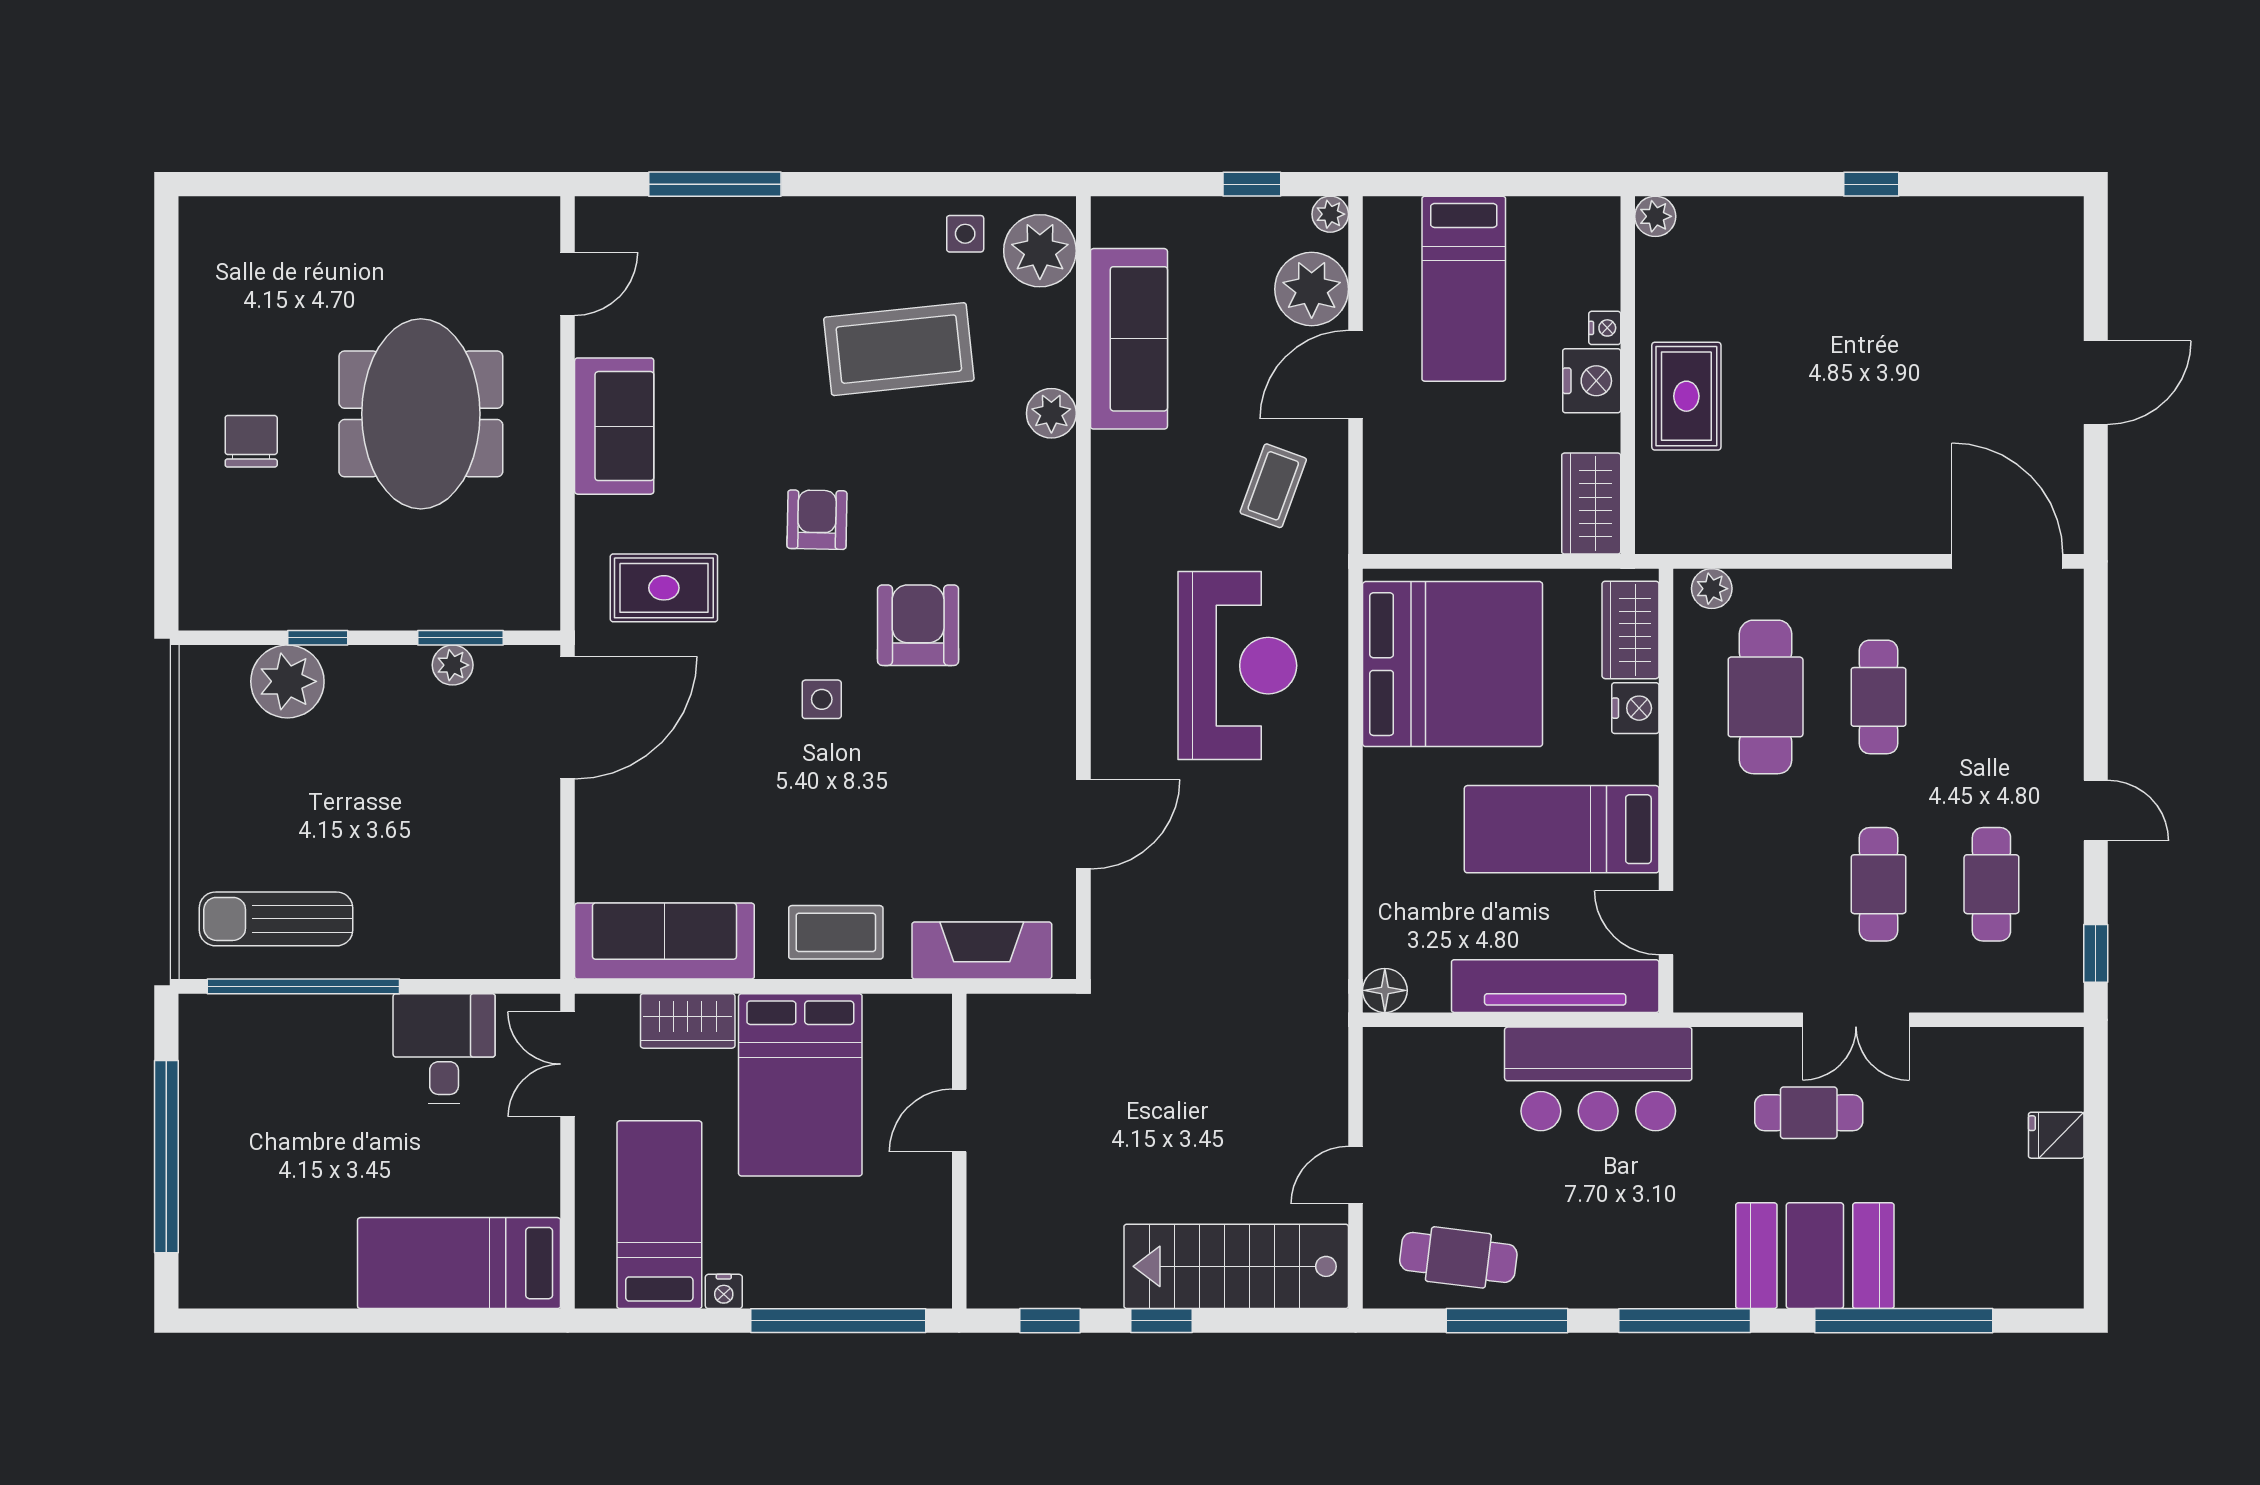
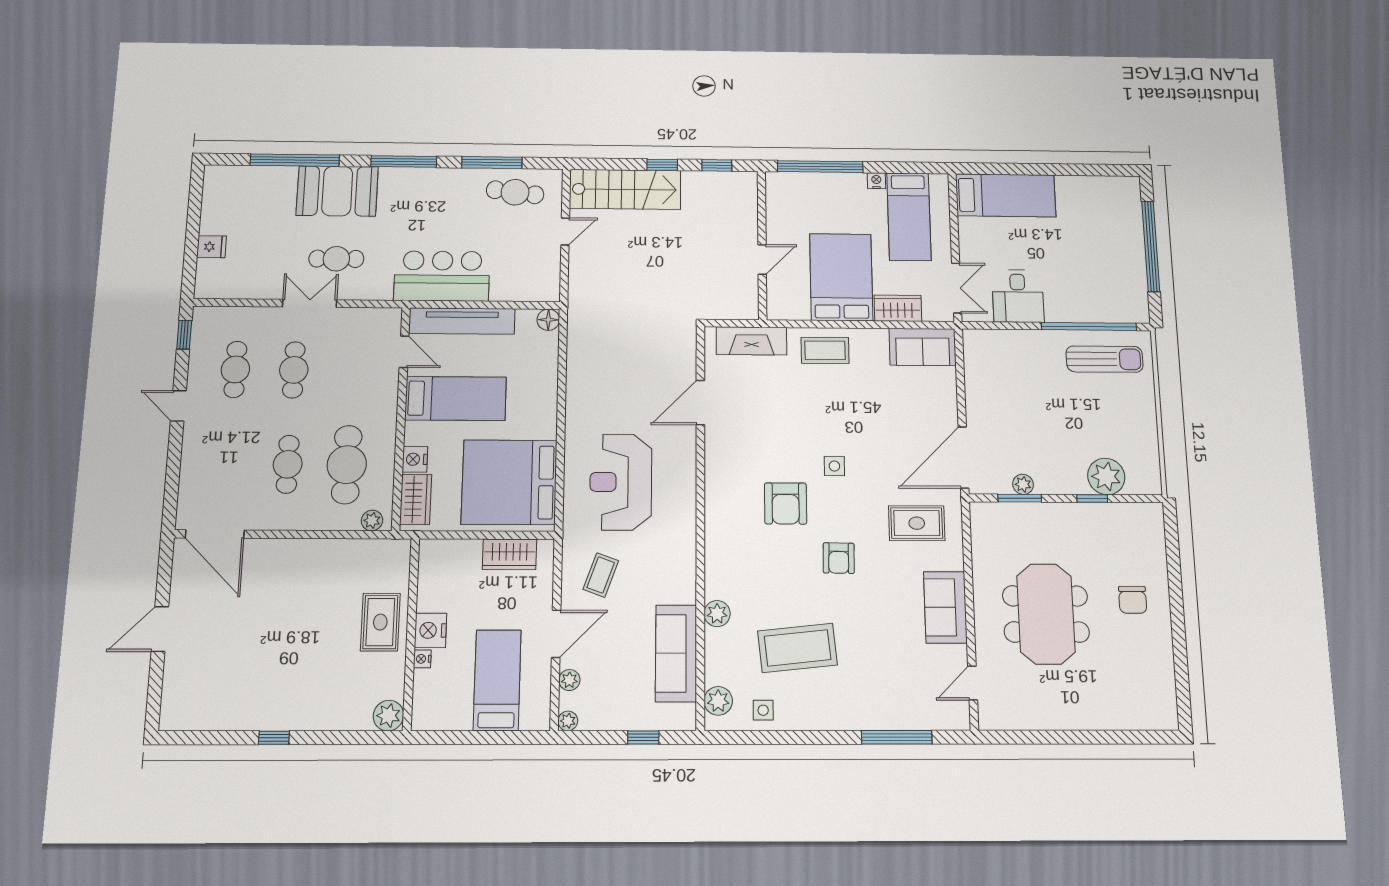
window: (1252, 184) -> (643, 737), moved
plant: (1655, 216) -> (388, 716), width x1.38, depth x1.38
plant: (1040, 251) -> (718, 701), width x0.73, depth x0.73
plant: (1312, 289) -> (569, 680), width x0.53, depth x0.53
wardrobe: (1591, 504) -> (510, 554), moved, turned 90
sofa: (664, 941) -> (923, 347), width x0.73

